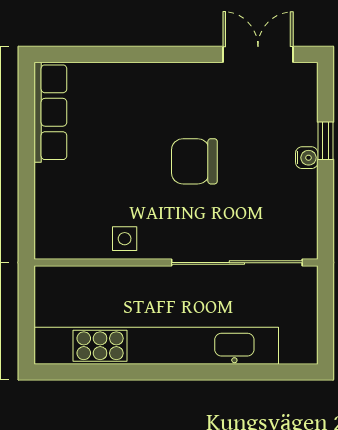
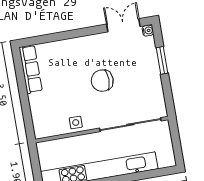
window: (325, 141) -> (162, 60), width x1.50
water cooler: (307, 158) -> (148, 31), moved

